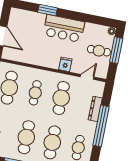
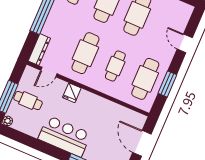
dresser: (95, 109) -> (39, 50), moved

